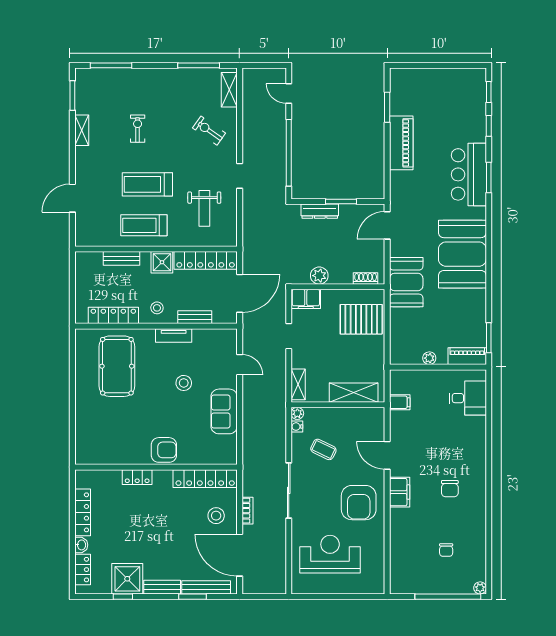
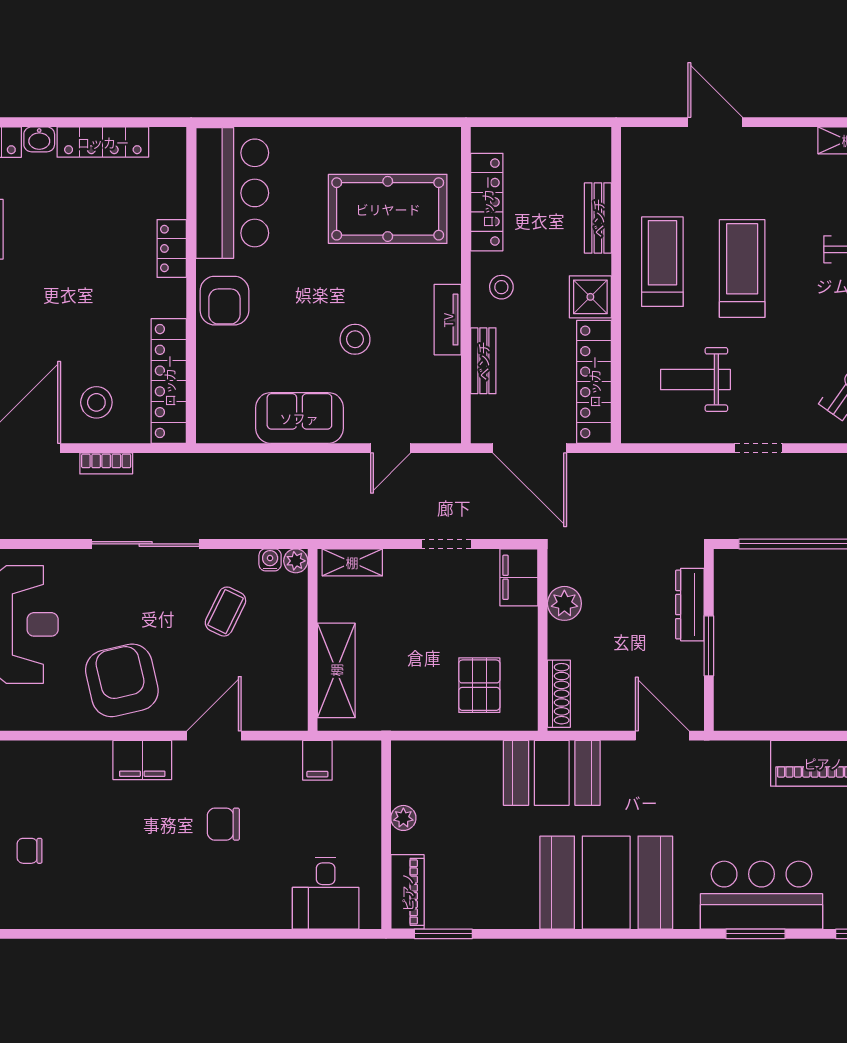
shoe rack: (366, 278) -> (559, 694), width x1.43
pallet: (361, 319) -> (479, 685), width x0.67, depth x0.71
bar counter: (109, 446) -> (232, 193), added
chair: (450, 489) -> (223, 824), moved
armchair: (359, 503) -> (122, 680), turned 77

